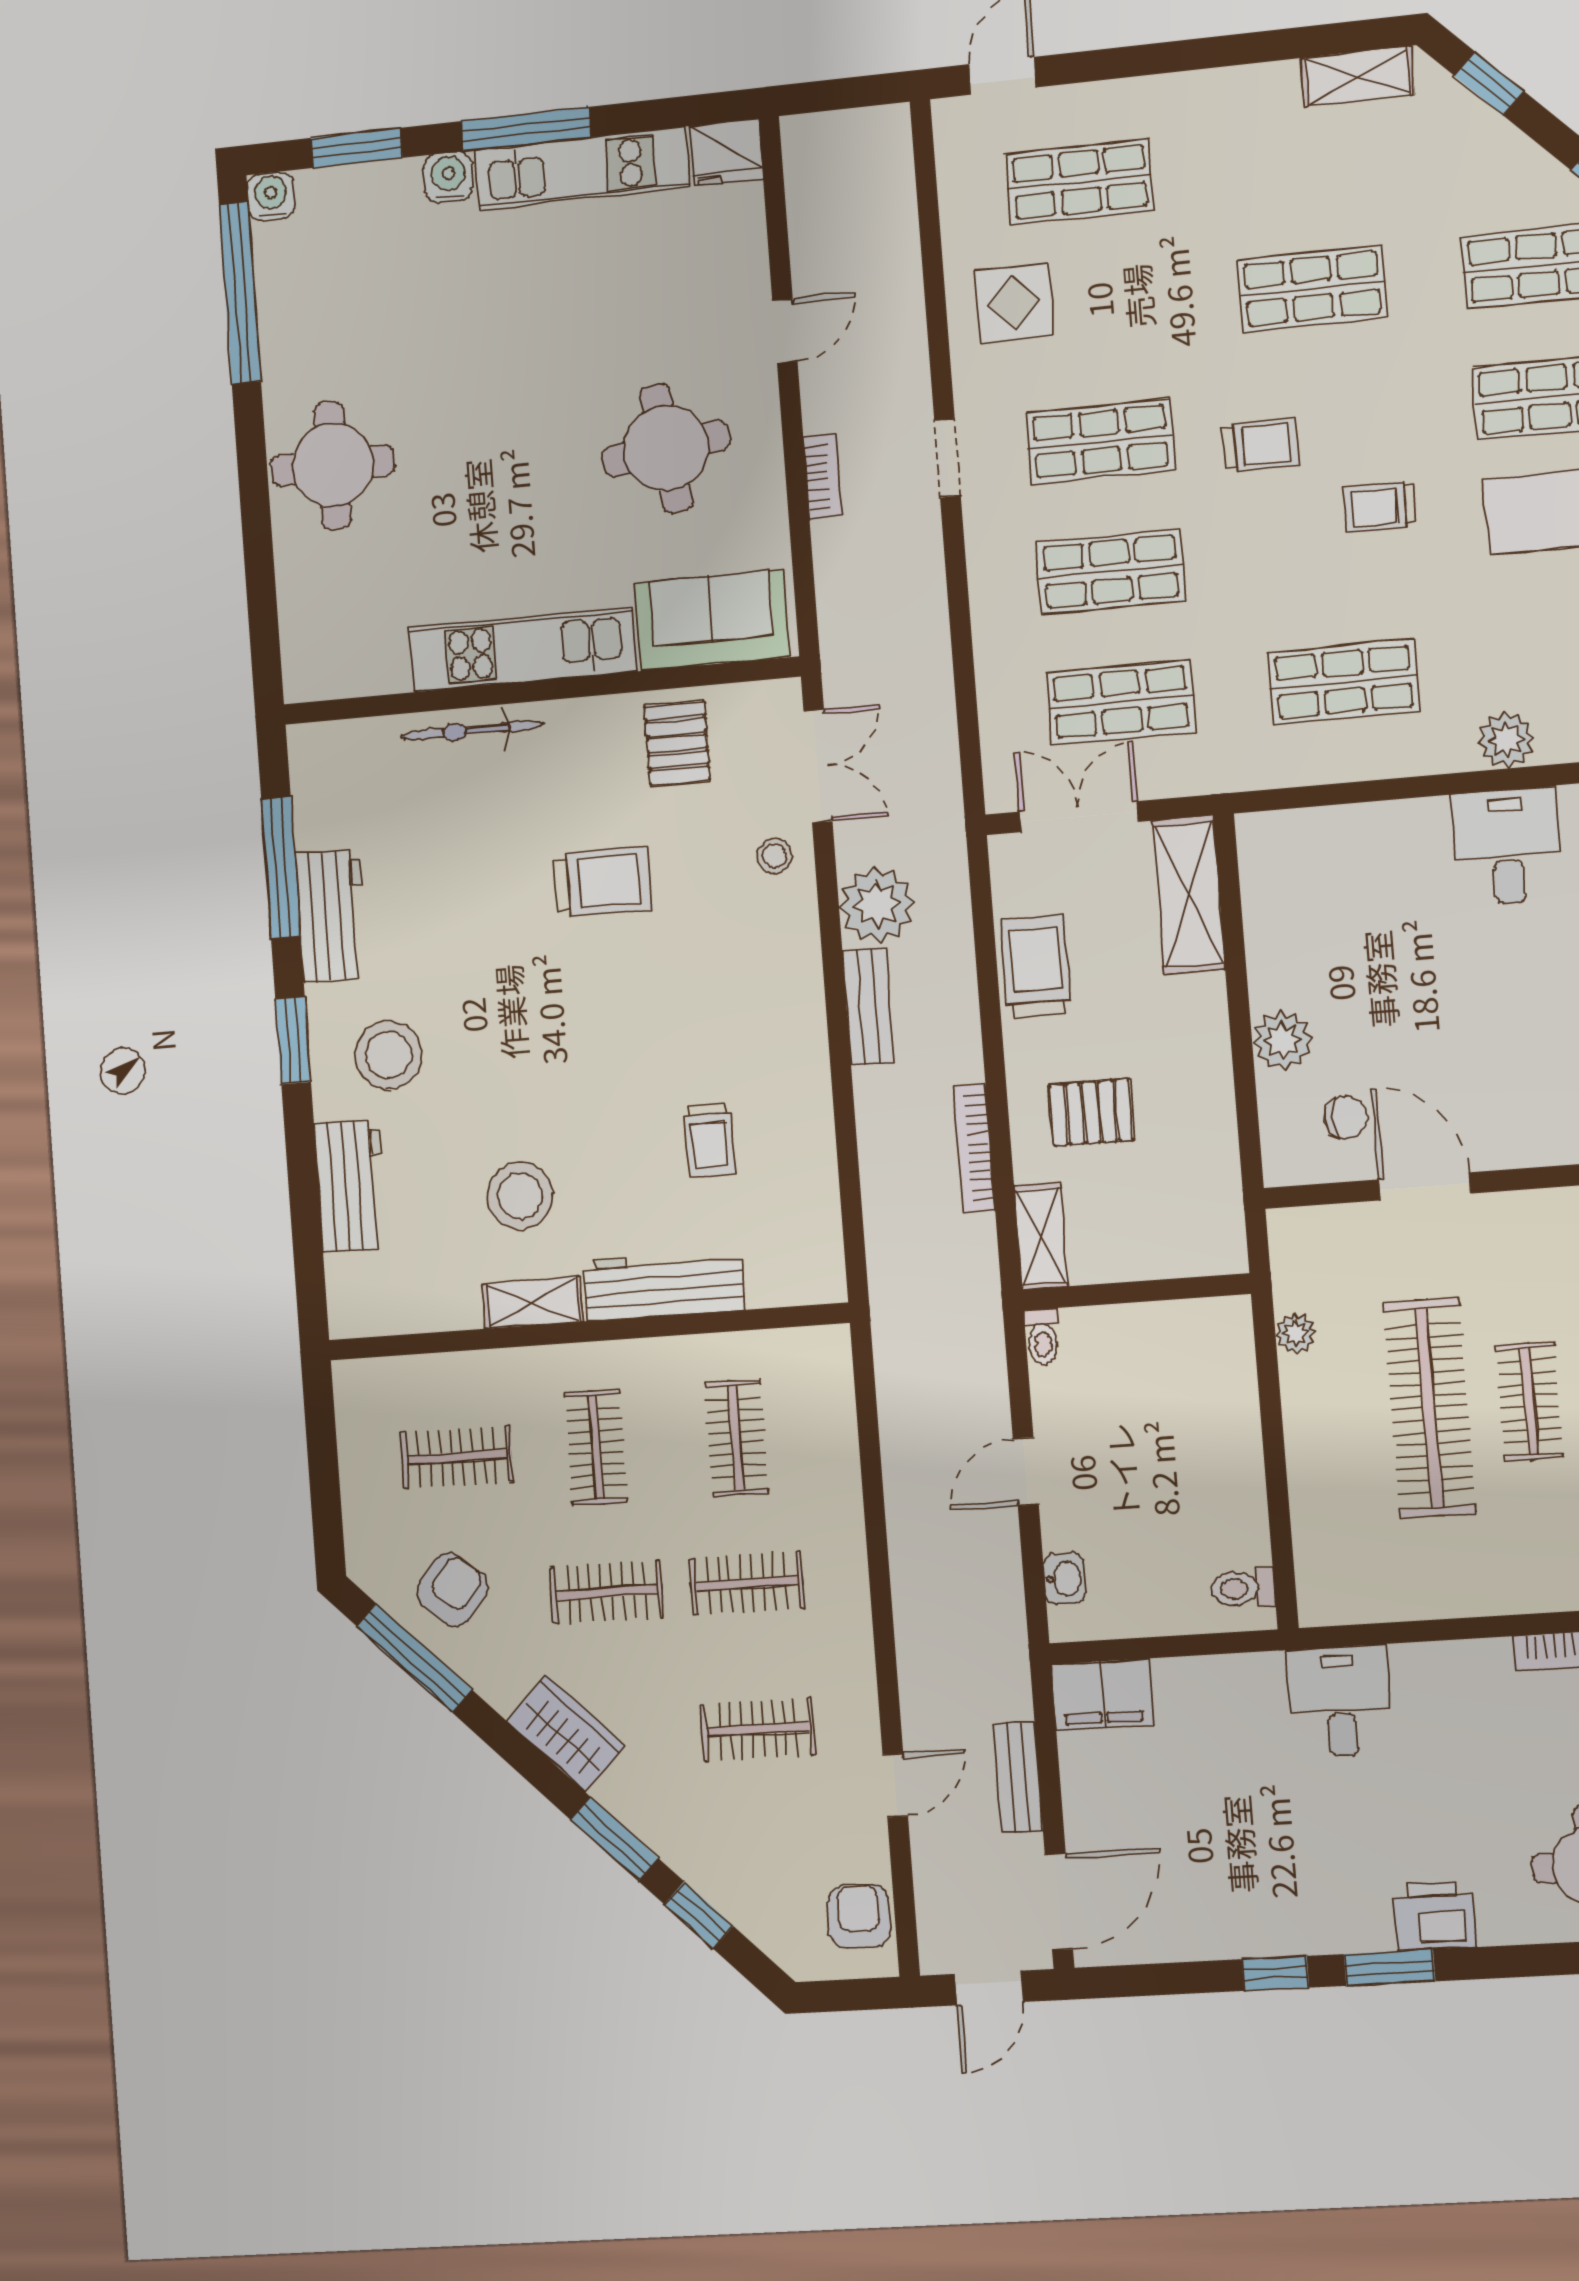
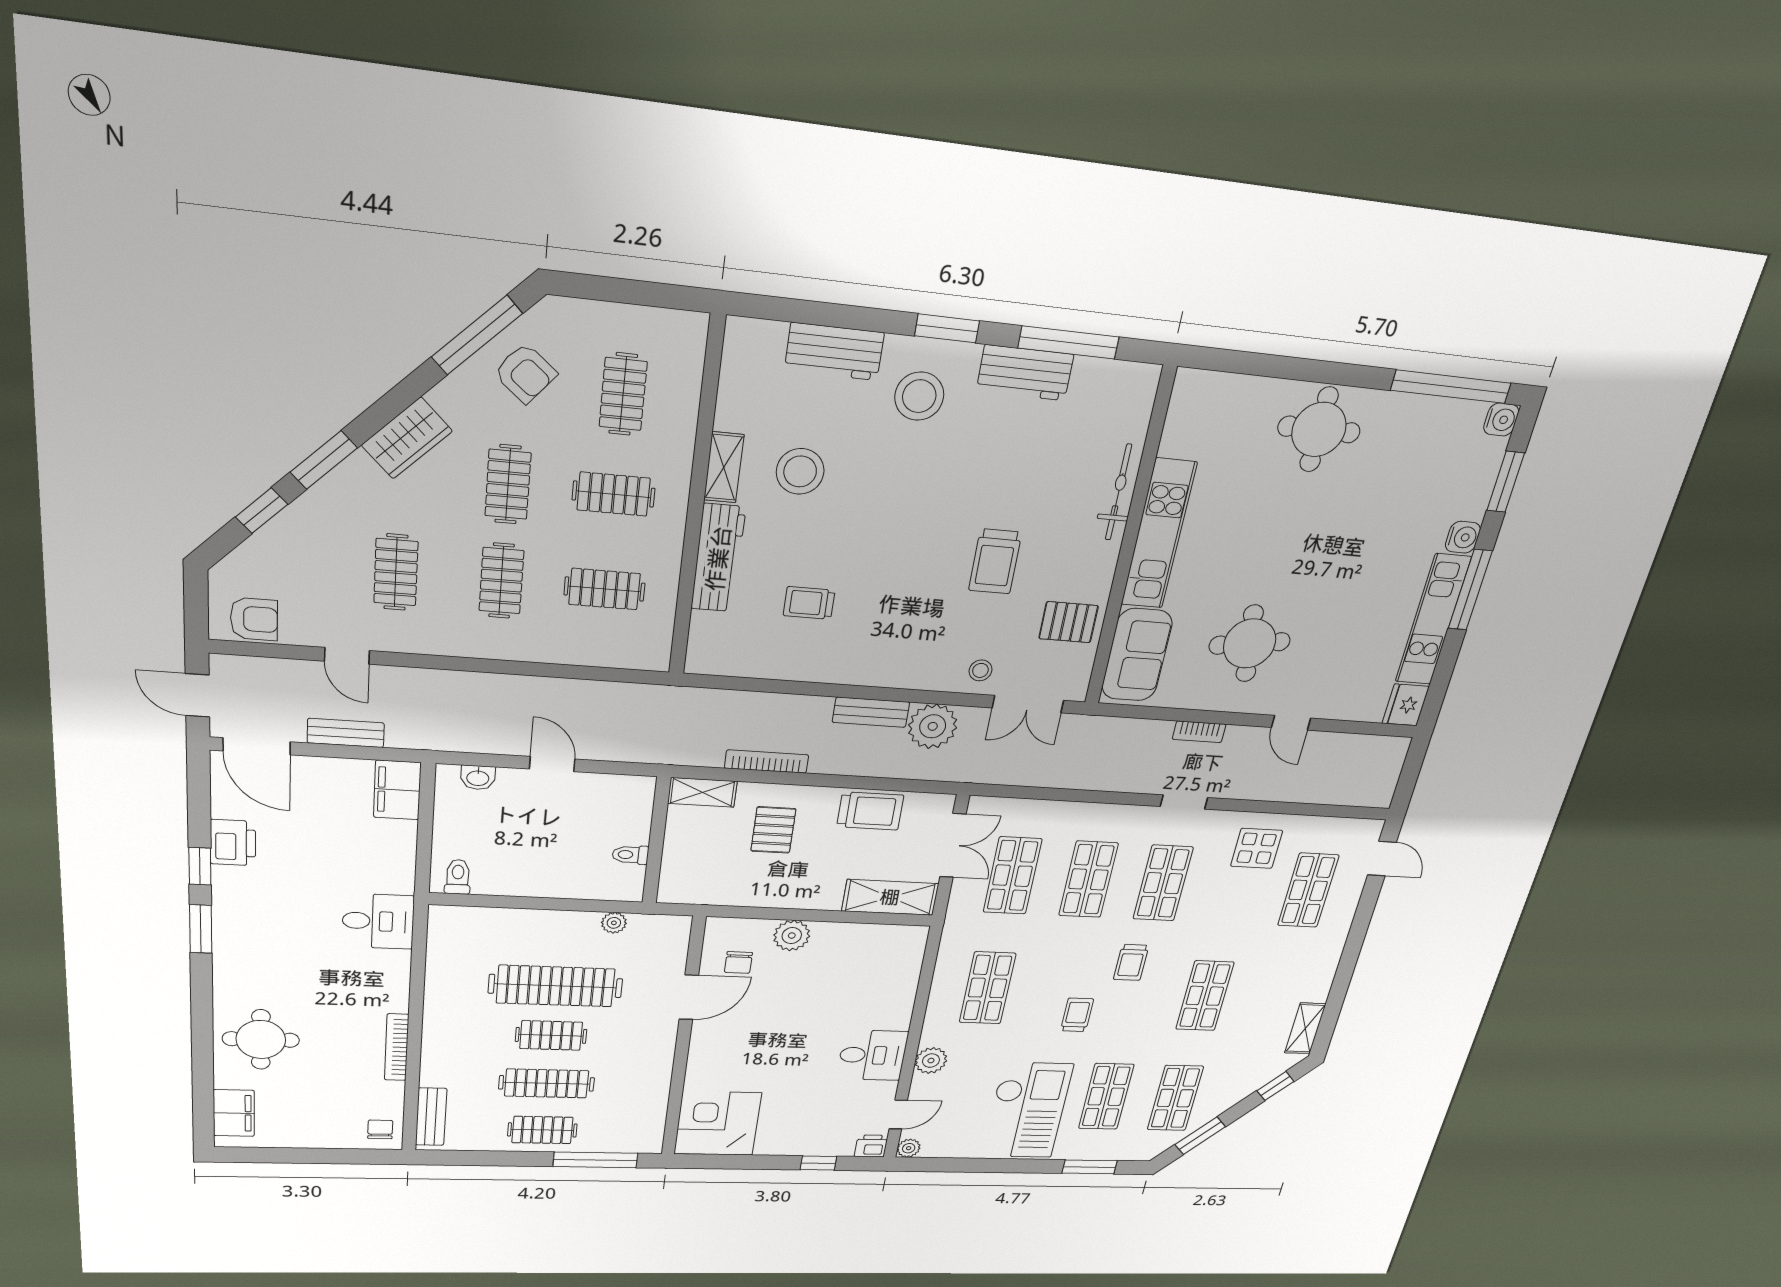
toilet: (1043, 1337) -> (630, 855), moved
printer: (1435, 1916) -> (233, 843), moved

